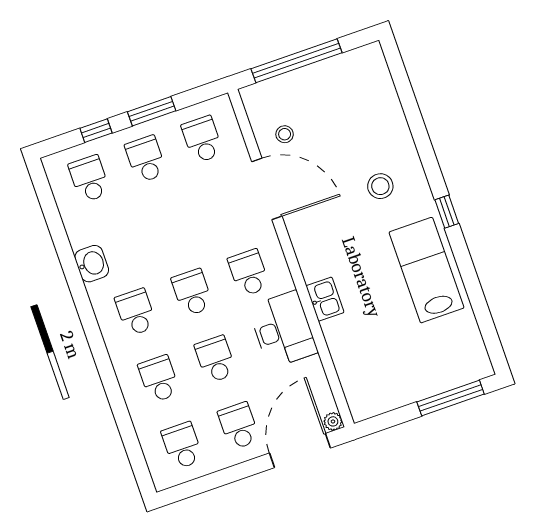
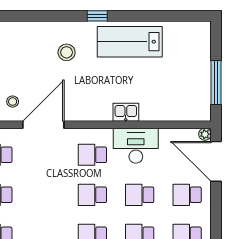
window: (451, 398) -> (216, 83), moved

